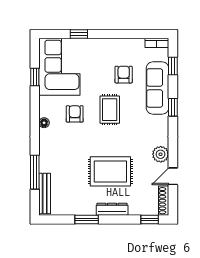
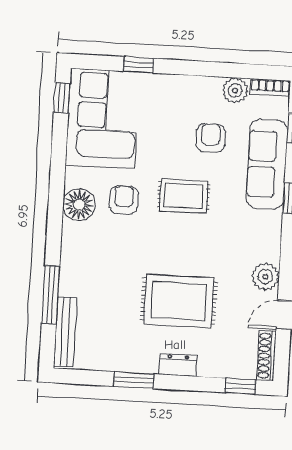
plant: (136, 46) -> (235, 90), added
window: (35, 77) -> (62, 98), moved
rug: (110, 110) -> (184, 196), turned 90
floor lamp: (44, 123) -> (79, 205), width x1.89, depth x1.89
dresser: (112, 209) -> (178, 365), width x0.70

